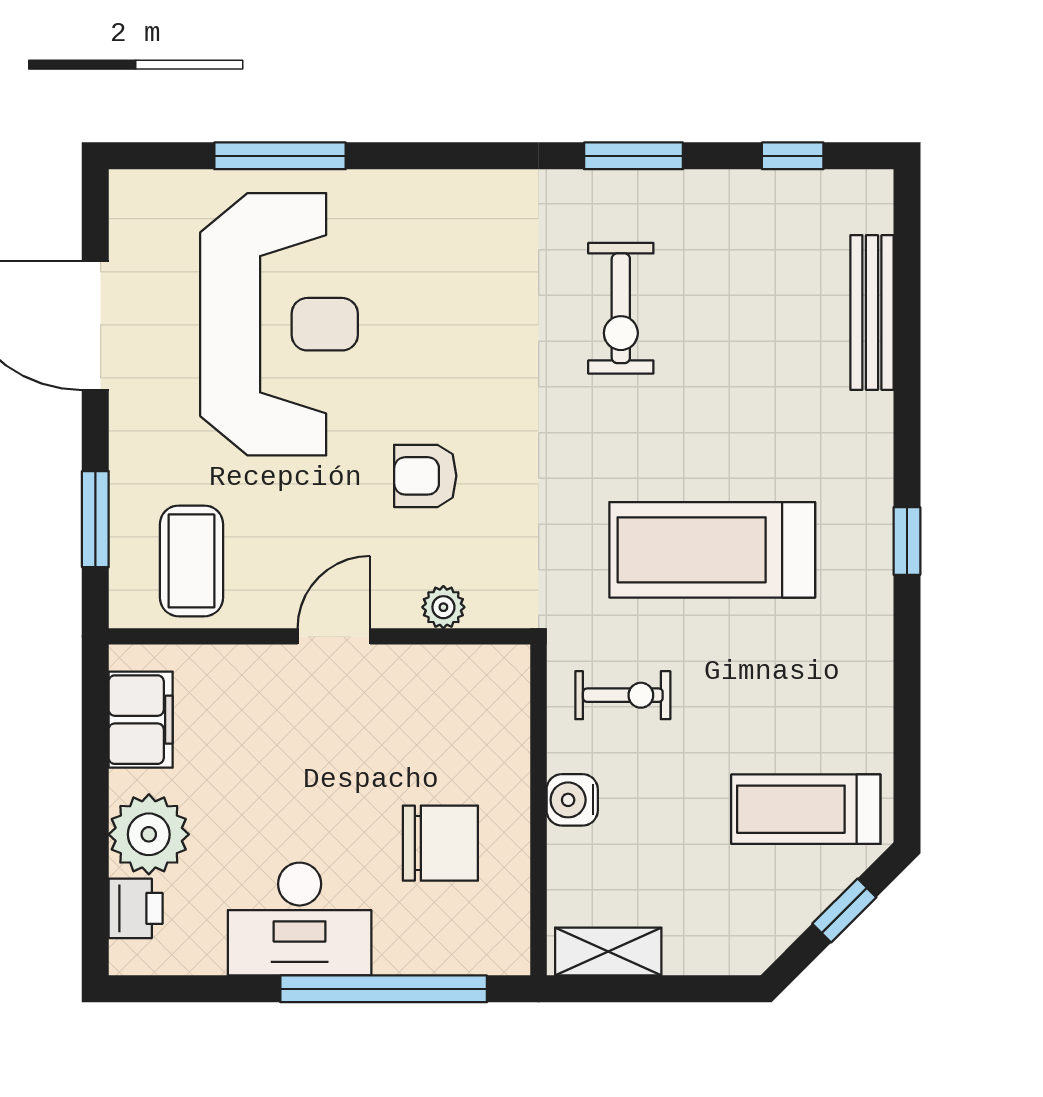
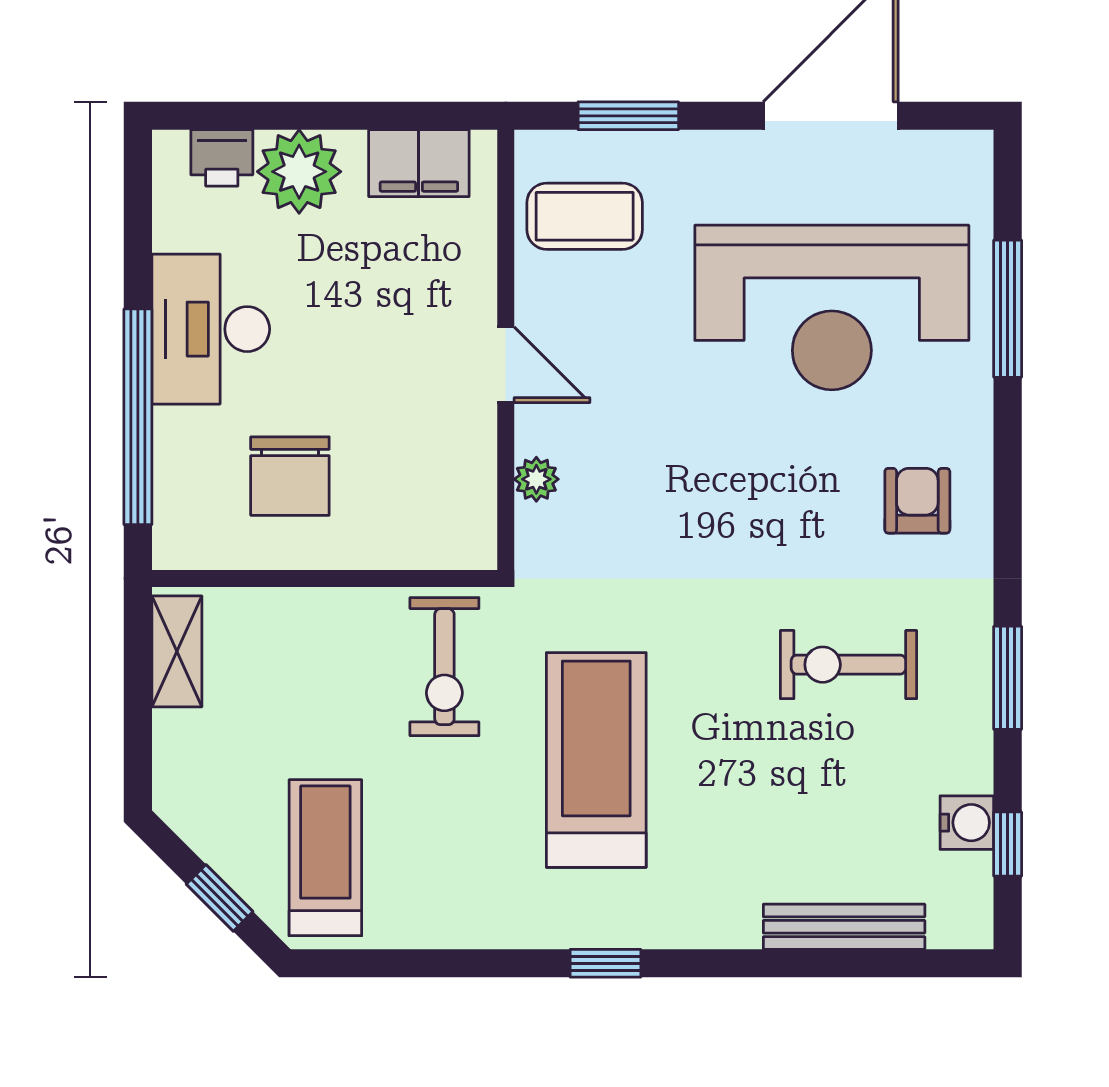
armchair: (425, 476) -> (917, 501), moved
exercise bike: (623, 695) -> (444, 667), width x1.38, depth x1.39
water cooler: (572, 800) -> (967, 823), moved, turned 90

